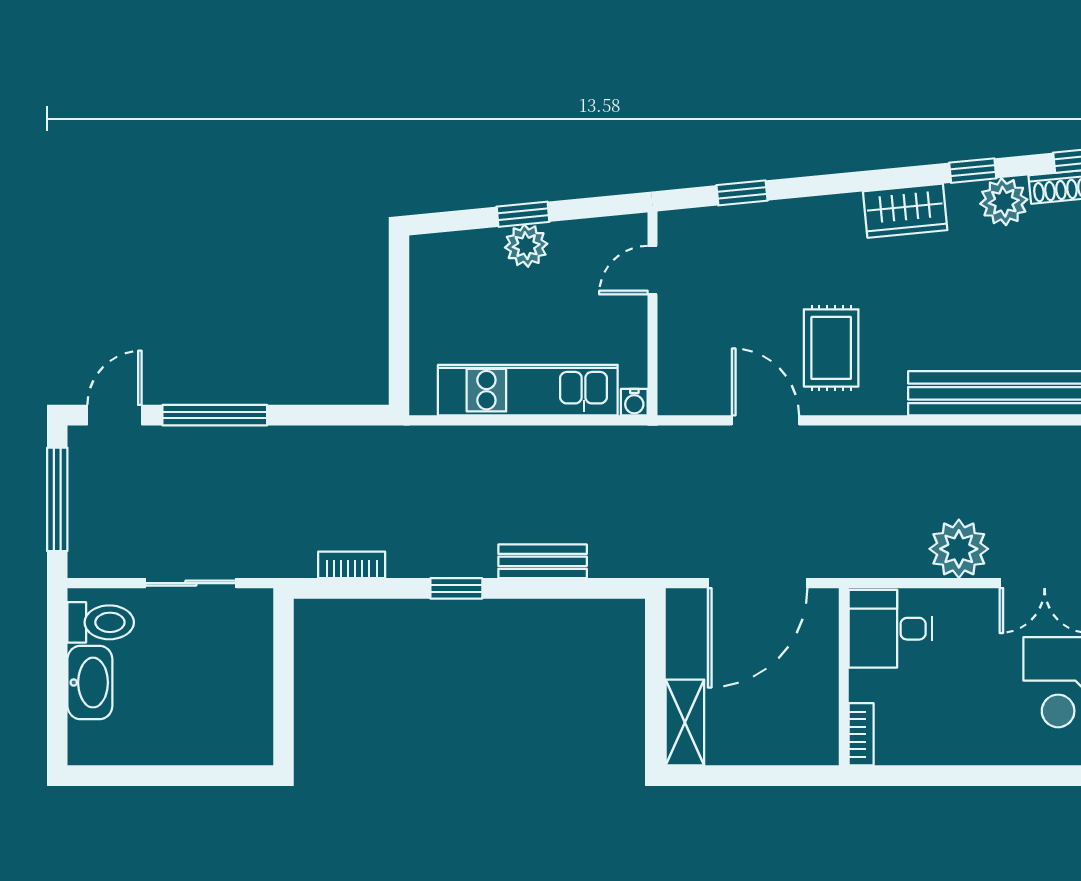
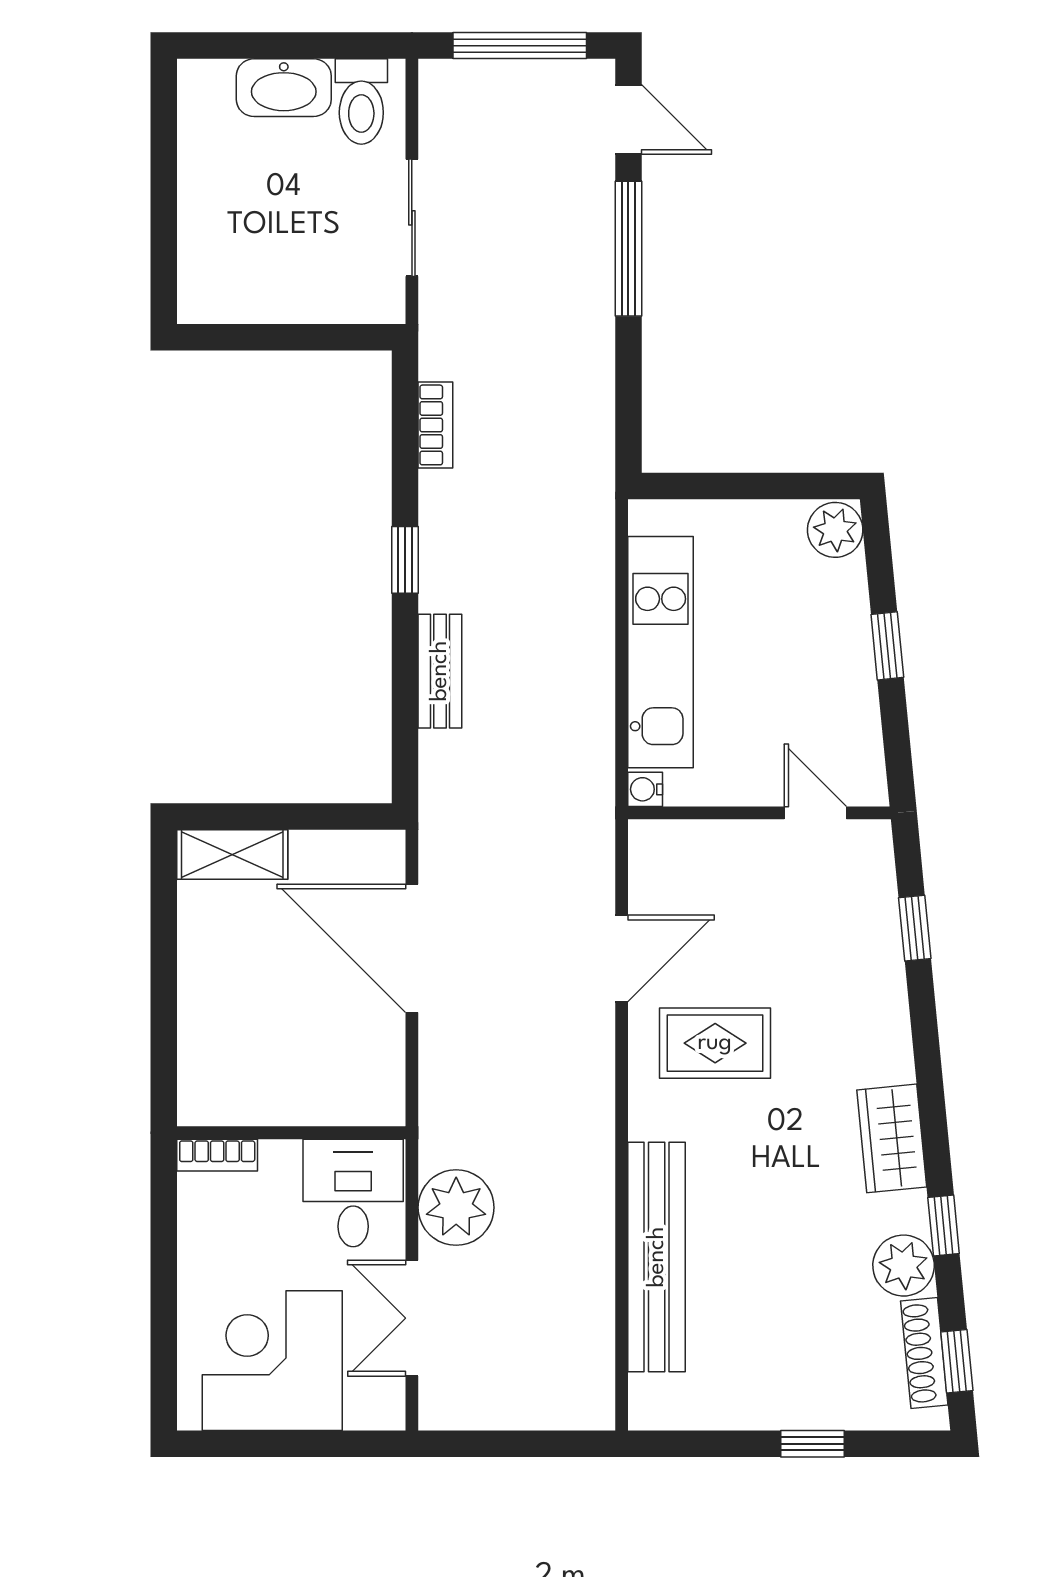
plant: (526, 246) -> (835, 530), moved
desk: (890, 629) -> (353, 1193), moved
wall: (844, 677) -> (291, 1133), moved
bookcase: (861, 734) -> (217, 1155), moved

